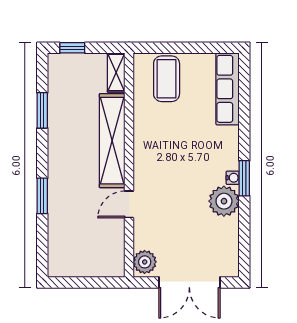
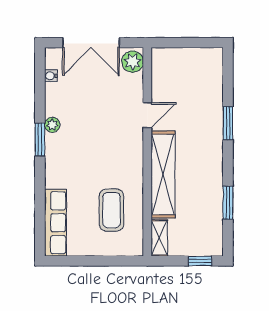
coffee table: (167, 79) -> (111, 210), moved
water cooler: (233, 178) -> (51, 76), moved
plant: (224, 201) -> (52, 125), width x0.53, depth x0.53
double door: (189, 282) -> (91, 43), swing flipped

